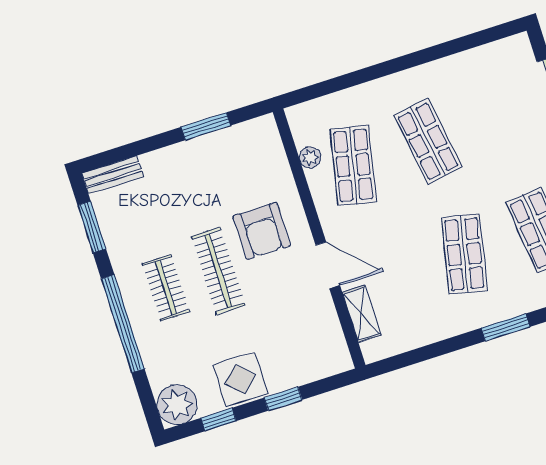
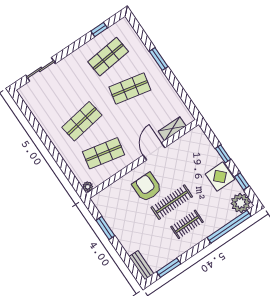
plant: (310, 157) -> (88, 187), moved
armchair: (262, 231) -> (147, 187), turned -90
window: (123, 324) -> (229, 227), moved

